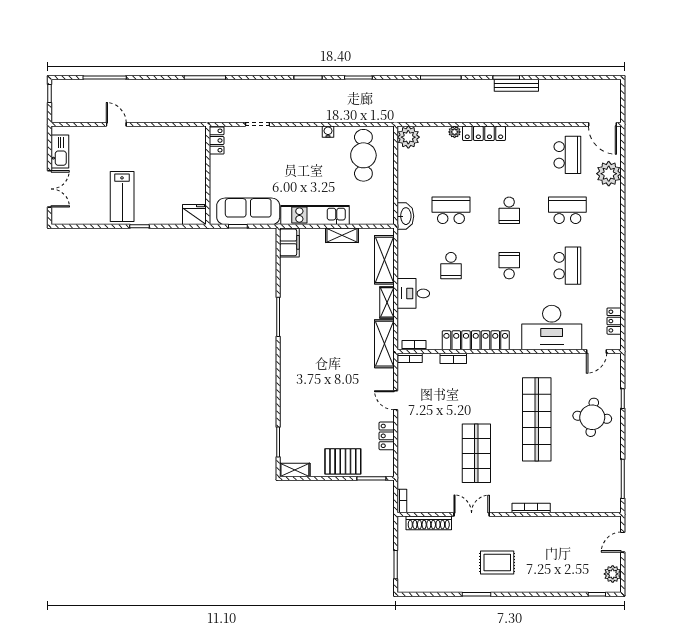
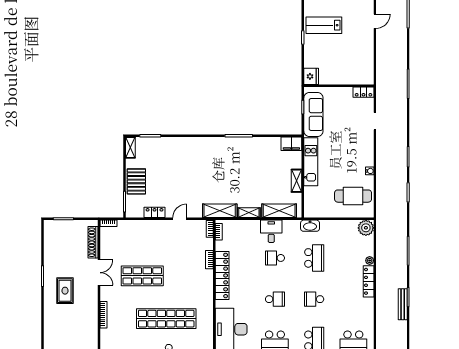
desk: (413, 293) -> (271, 231), moved

